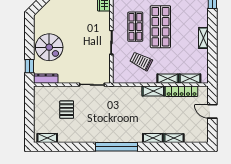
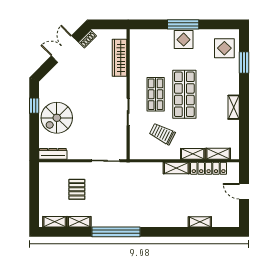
spiral stairs: (49, 47) -> (57, 118), turned 90
window: (29, 66) -> (34, 106), moved
shelving: (153, 138) -> (79, 222), moved
window: (117, 147) -> (116, 232), moved

